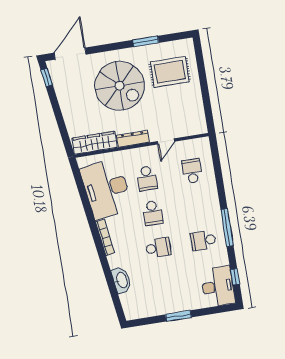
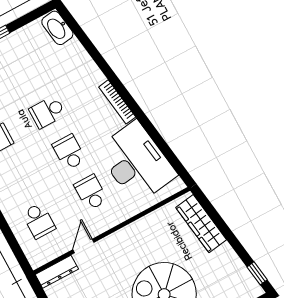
dresser: (133, 139) -> (57, 272), moved
wardrobe: (95, 143) -> (201, 224), moved, turned 82
washbasin: (122, 280) -> (57, 28), moved

